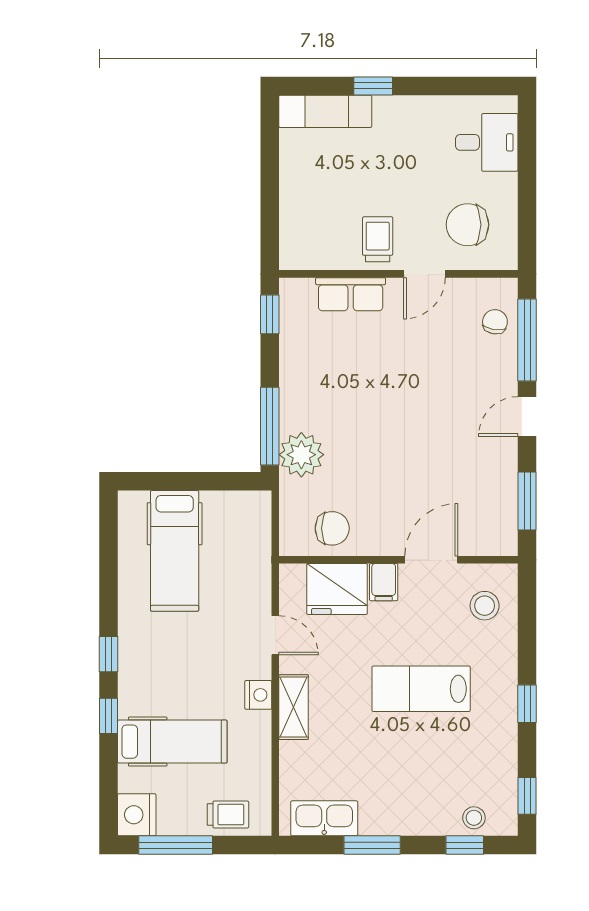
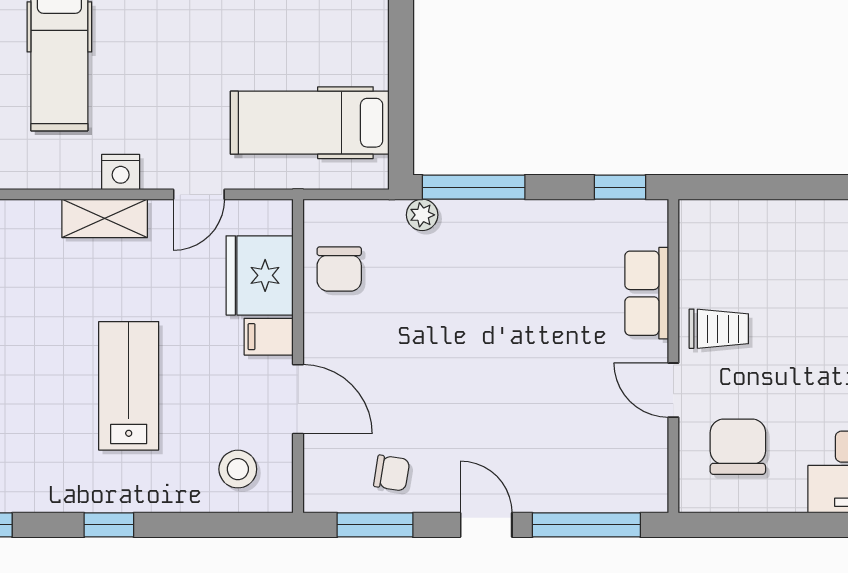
chair: (495, 322) -> (392, 473), moved
plant: (301, 455) -> (422, 215), width x0.53, depth x0.53
hospital bed: (175, 551) -> (310, 123), moved

